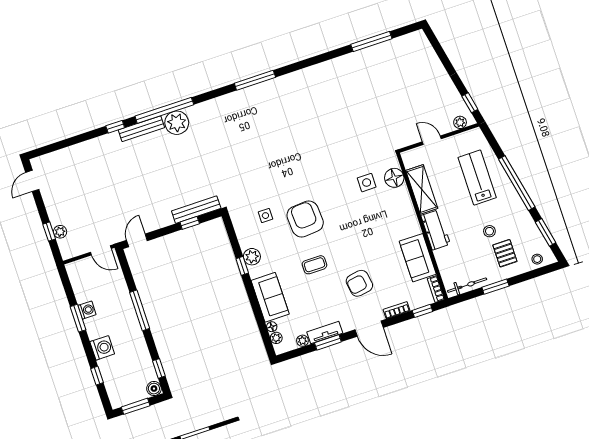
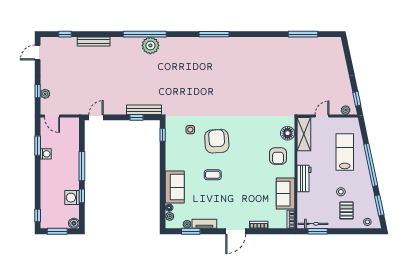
window: (115, 127) -> (65, 34), moved
bench: (141, 129) -> (94, 41), moved
door: (432, 140) -> (322, 116), hinge flipped
side table: (367, 183) -> (267, 130), removed
shelving: (422, 189) -> (304, 134), moved
door: (101, 250) -> (52, 116), moved
plant: (252, 257) -> (172, 155), removed
window: (242, 266) -> (163, 135), moved
armchair: (359, 283) -> (278, 156), moved, turned -81
window: (495, 287) -> (318, 231), moved
window: (422, 311) -> (276, 231), removed
window: (78, 318) -> (38, 146), moved
door: (369, 329) -> (236, 231), hinge flipped
window: (328, 342) -> (191, 231), moved
washing machine: (102, 348) -> (72, 198), moved, turned 180
window: (159, 368) -> (82, 196), moved
window: (97, 376) -> (38, 215), moved

